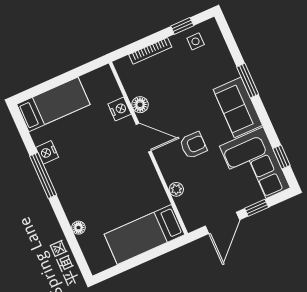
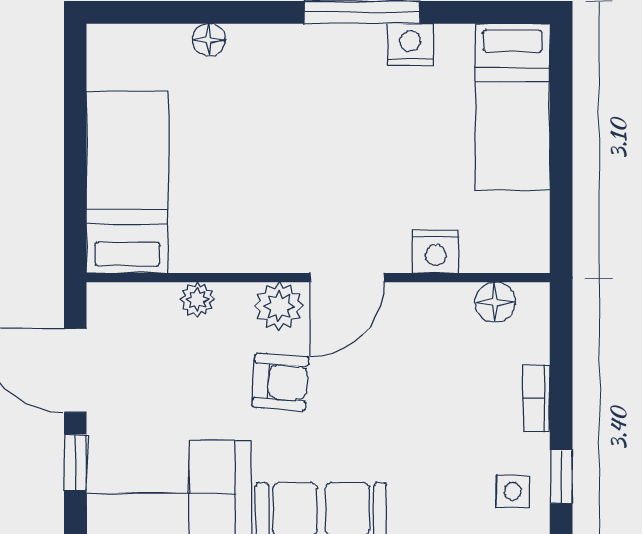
bookcase: (150, 51) -> (537, 398), width x0.64
floor lamp: (140, 105) -> (495, 302), moved
armchair: (193, 145) -> (280, 382), turned -86
plant: (165, 158) -> (279, 306), added

